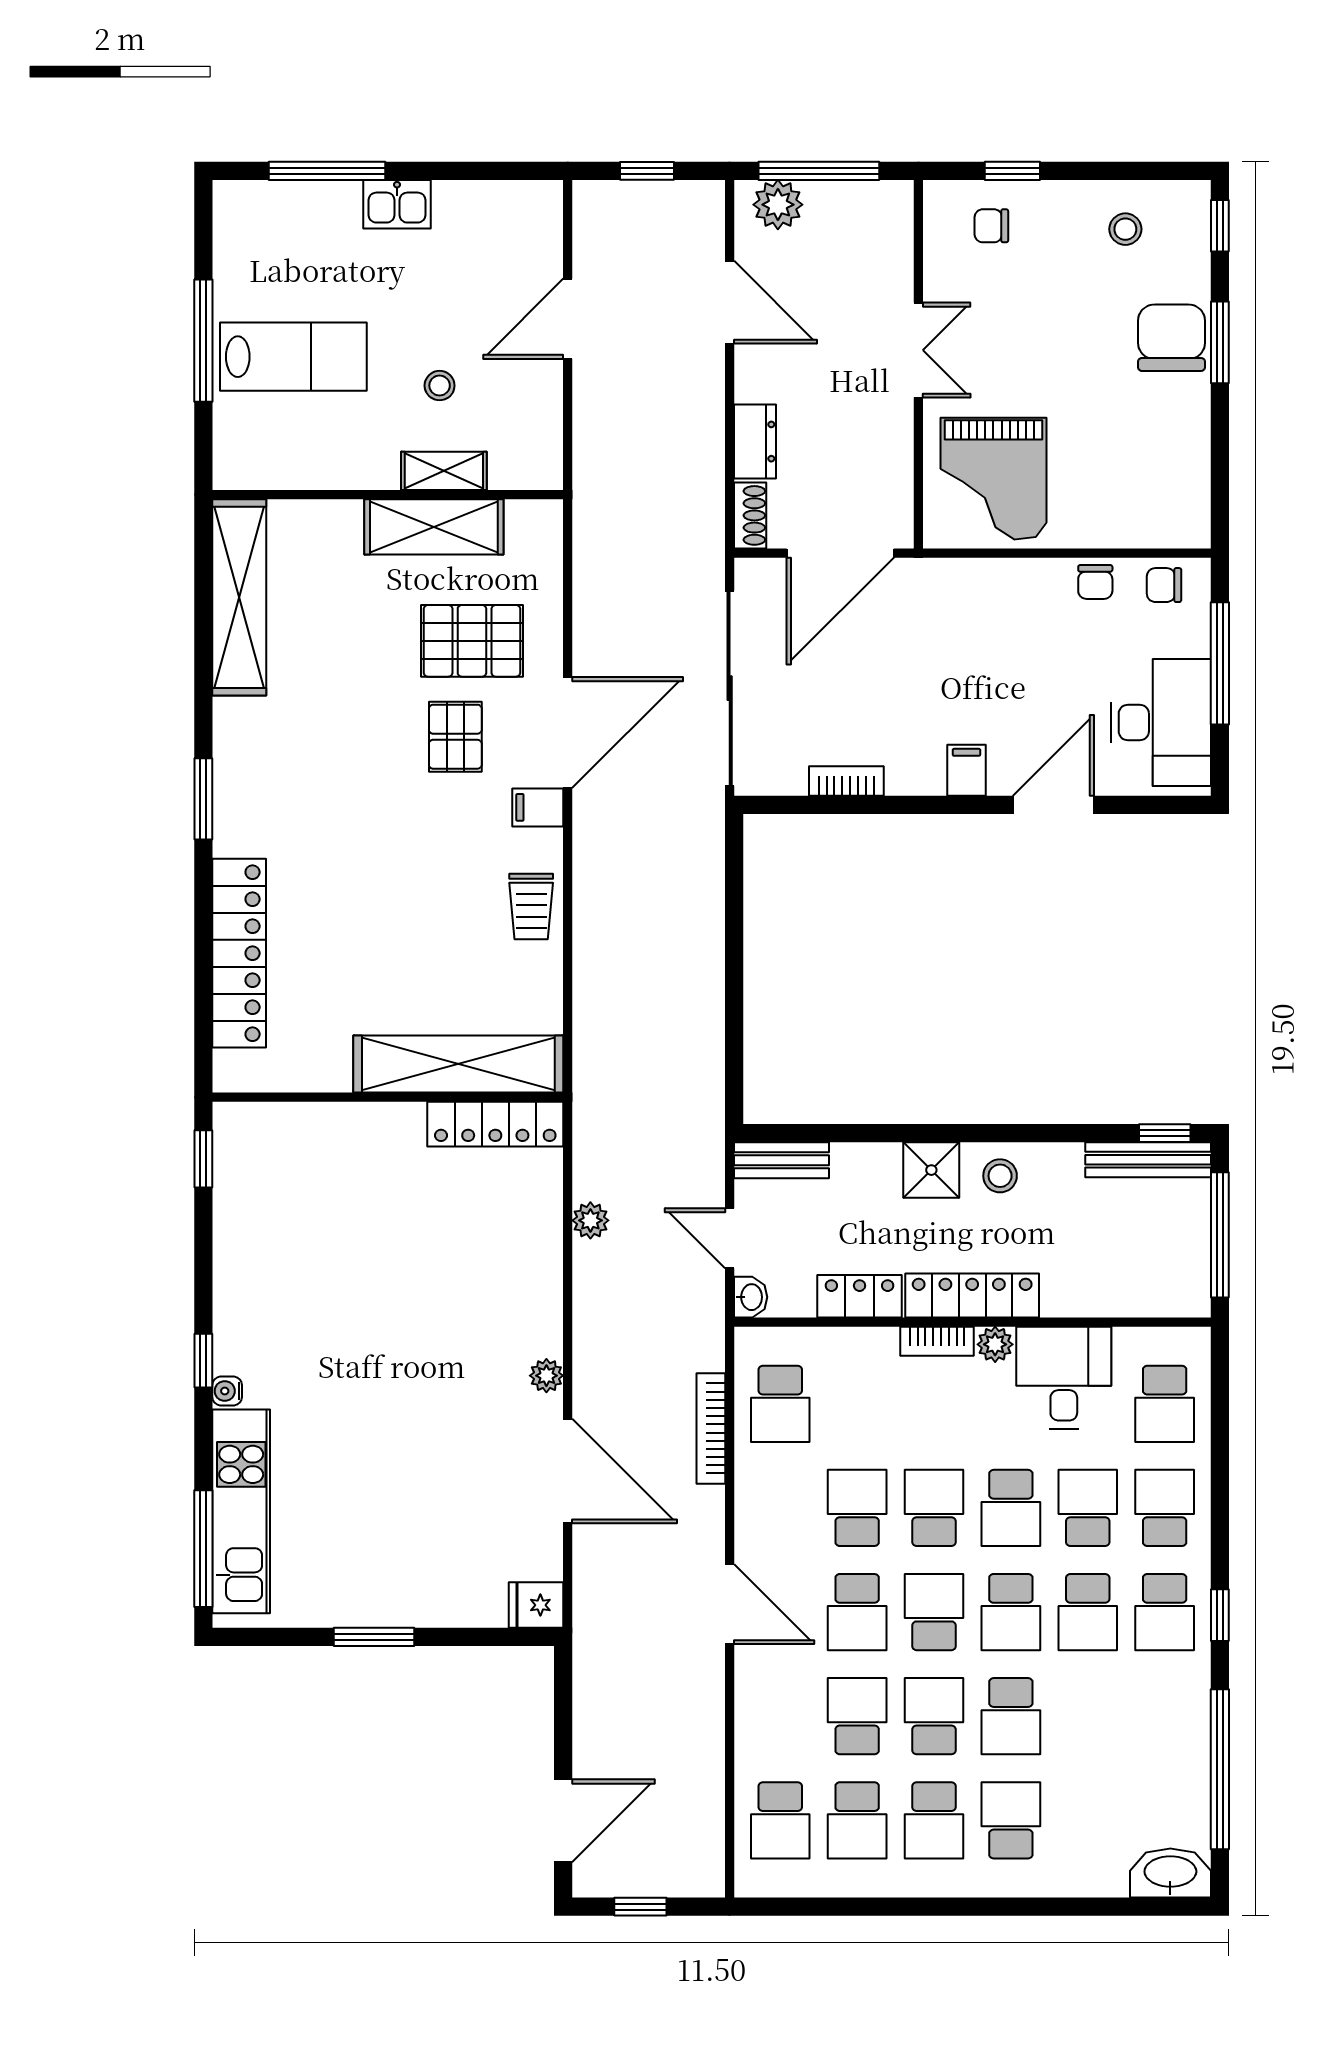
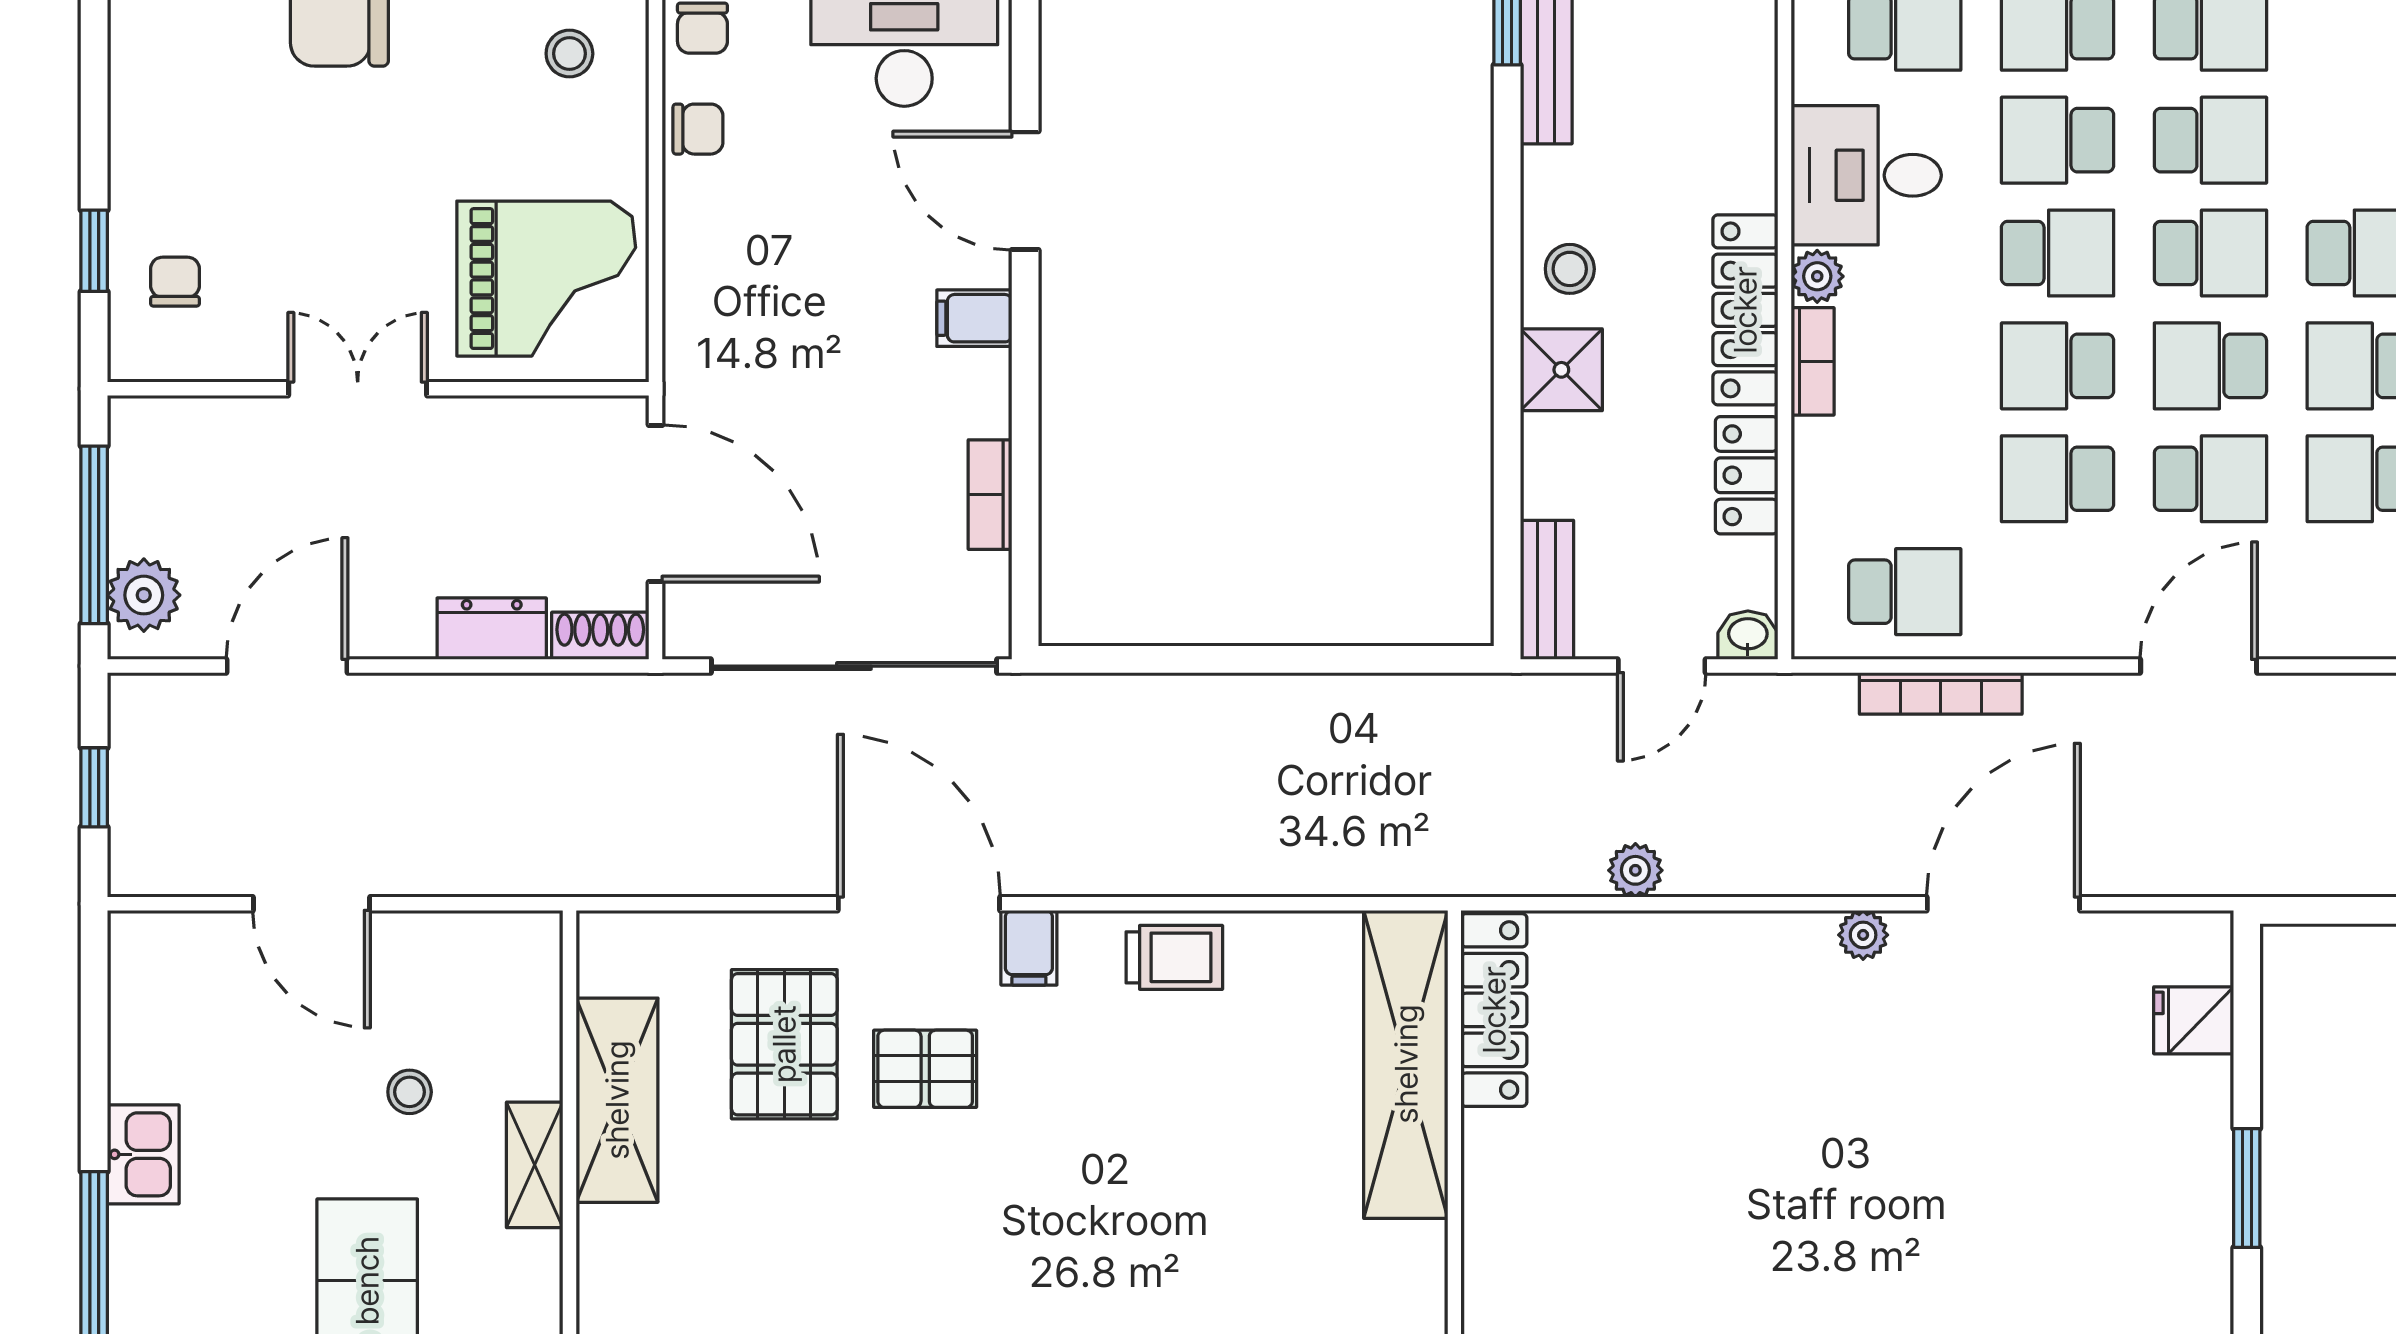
chair: (991, 226) -> (175, 282), turned 180
stool: (1125, 229) -> (569, 54), moved
shelving: (444, 471) -> (535, 1165), moved
fridge: (536, 1605) -> (2194, 1020), moved, turned 90

